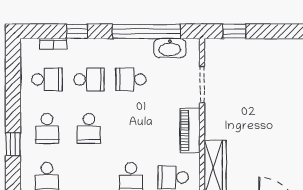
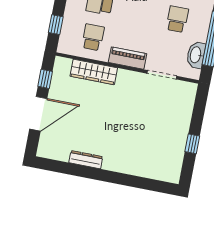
window: (234, 31) -> (192, 144), moved

